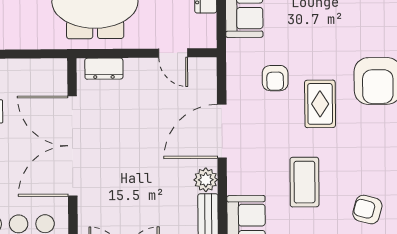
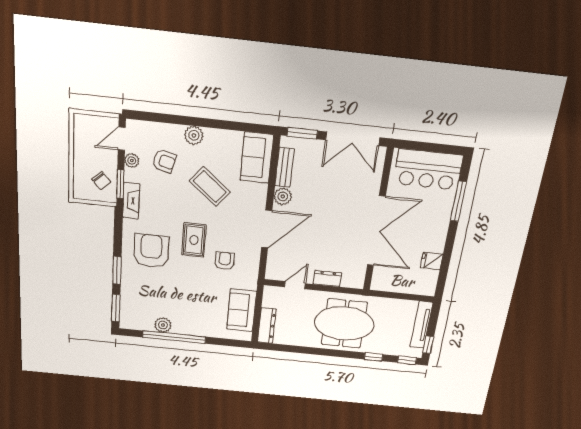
door: (173, 53) -> (295, 285), hinge flipped
dresser: (104, 69) -> (327, 278), moved
coffee table: (304, 182) -> (210, 187), turned -51

